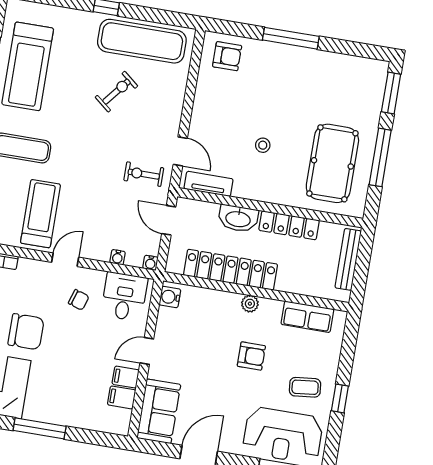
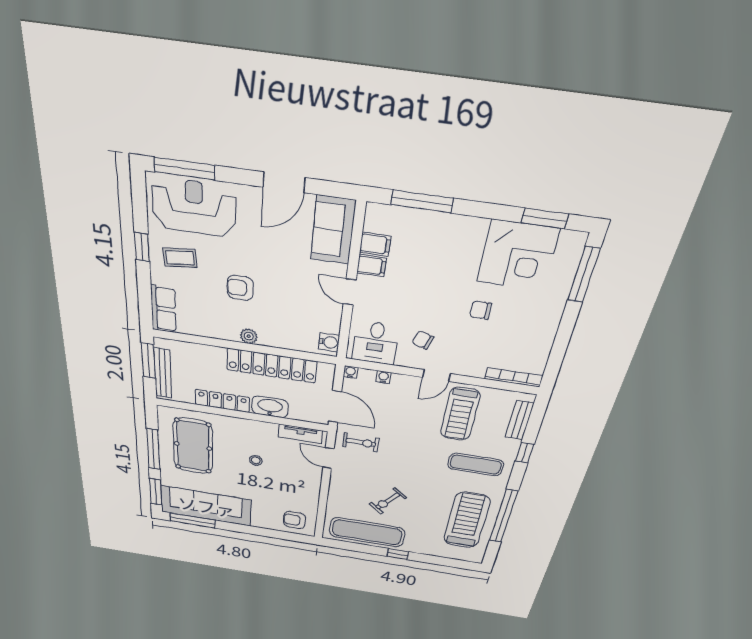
window: (291, 38) -> (193, 520), moved
sofa: (333, 74) -> (206, 506), added
door: (169, 220) -> (335, 407), width x1.38
window: (361, 274) -> (148, 361), added
row of seats: (307, 317) -> (163, 309), moved, turned 90
chair: (26, 332) -> (481, 310), width x0.54, depth x0.54
door: (147, 351) -> (350, 292), swing flipped
window: (40, 428) -> (422, 201), moved

